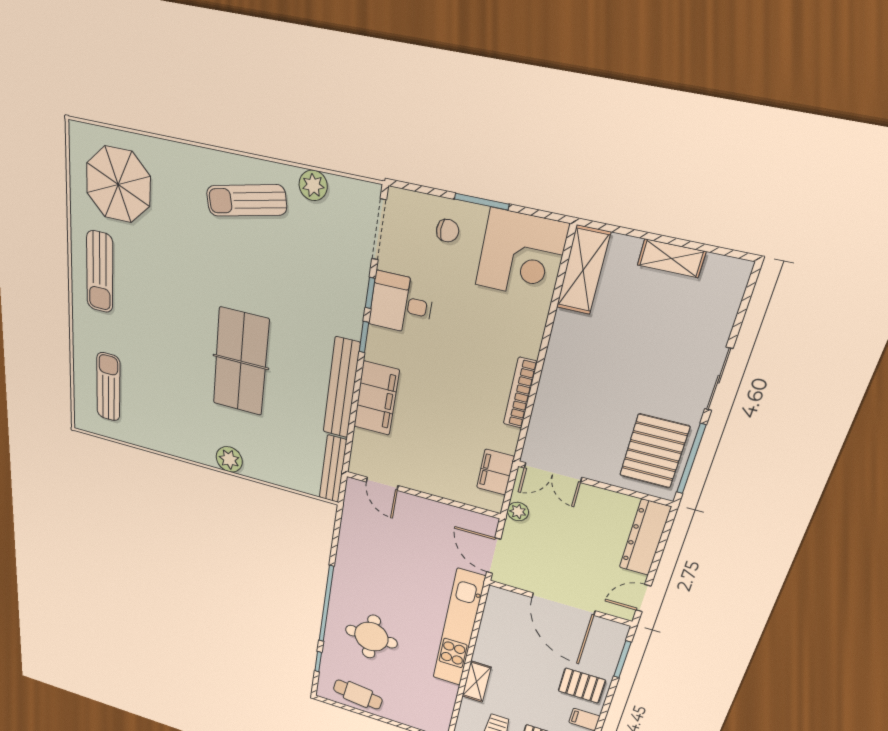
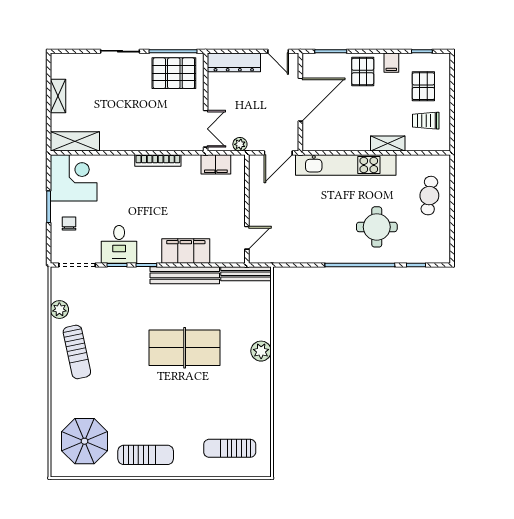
cafe table: (358, 694) -> (429, 196), moved

